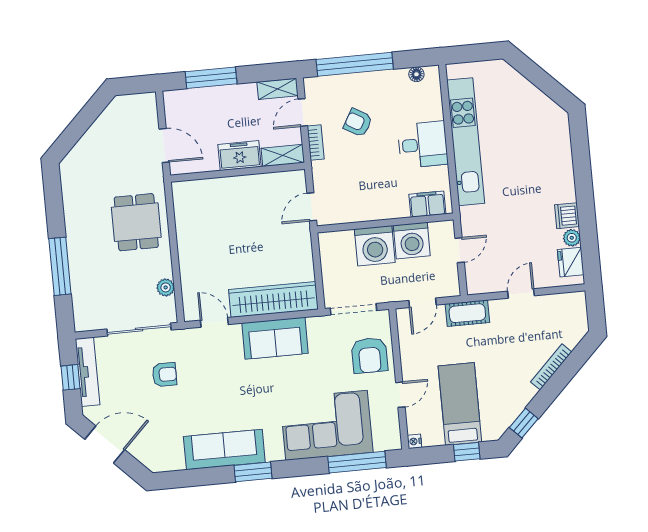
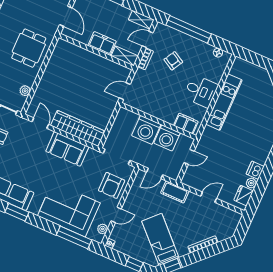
kitchen unit: (466, 142) -> (224, 102), width x0.73
bed: (460, 404) -> (160, 239), moved, turned -45
plant: (392, 426) -> (102, 229), added

